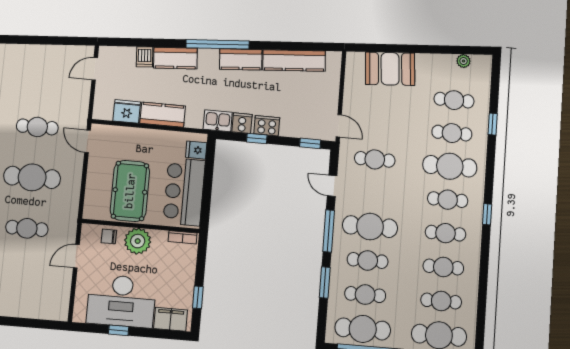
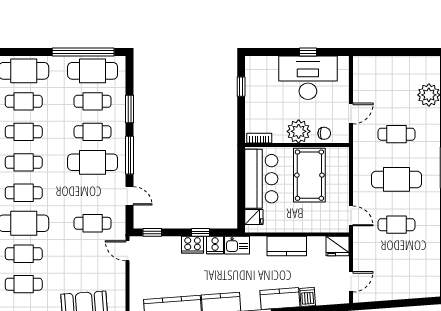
fridge: (127, 111) -> (338, 246), moved
filing cabinet: (171, 319) -> (263, 65), removed

